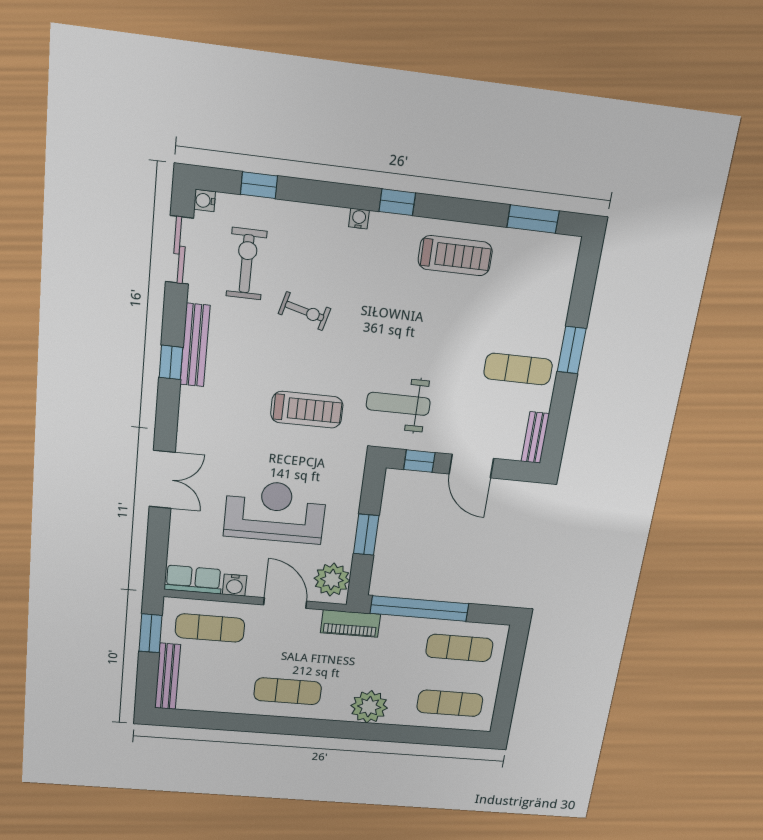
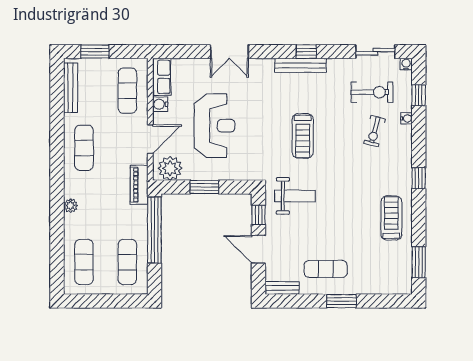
water cooler: (359, 219) -> (406, 118), moved
treadmill: (455, 256) -> (391, 218), turned 180
exercise bike: (305, 311) -> (375, 131), moved
bench: (195, 345) -> (300, 65), moved
exercise mat: (518, 369) -> (326, 269), turned 90
weight bench: (398, 404) -> (295, 196), turned 90
treadmill: (307, 410) -> (303, 136), moved
door: (471, 466) -> (258, 249), hinge flipped
window: (151, 633) -> (95, 52), moved
bench: (168, 676) -> (71, 88), moved, turned 90
plant: (369, 707) -> (70, 206), width x0.53, depth x0.53

